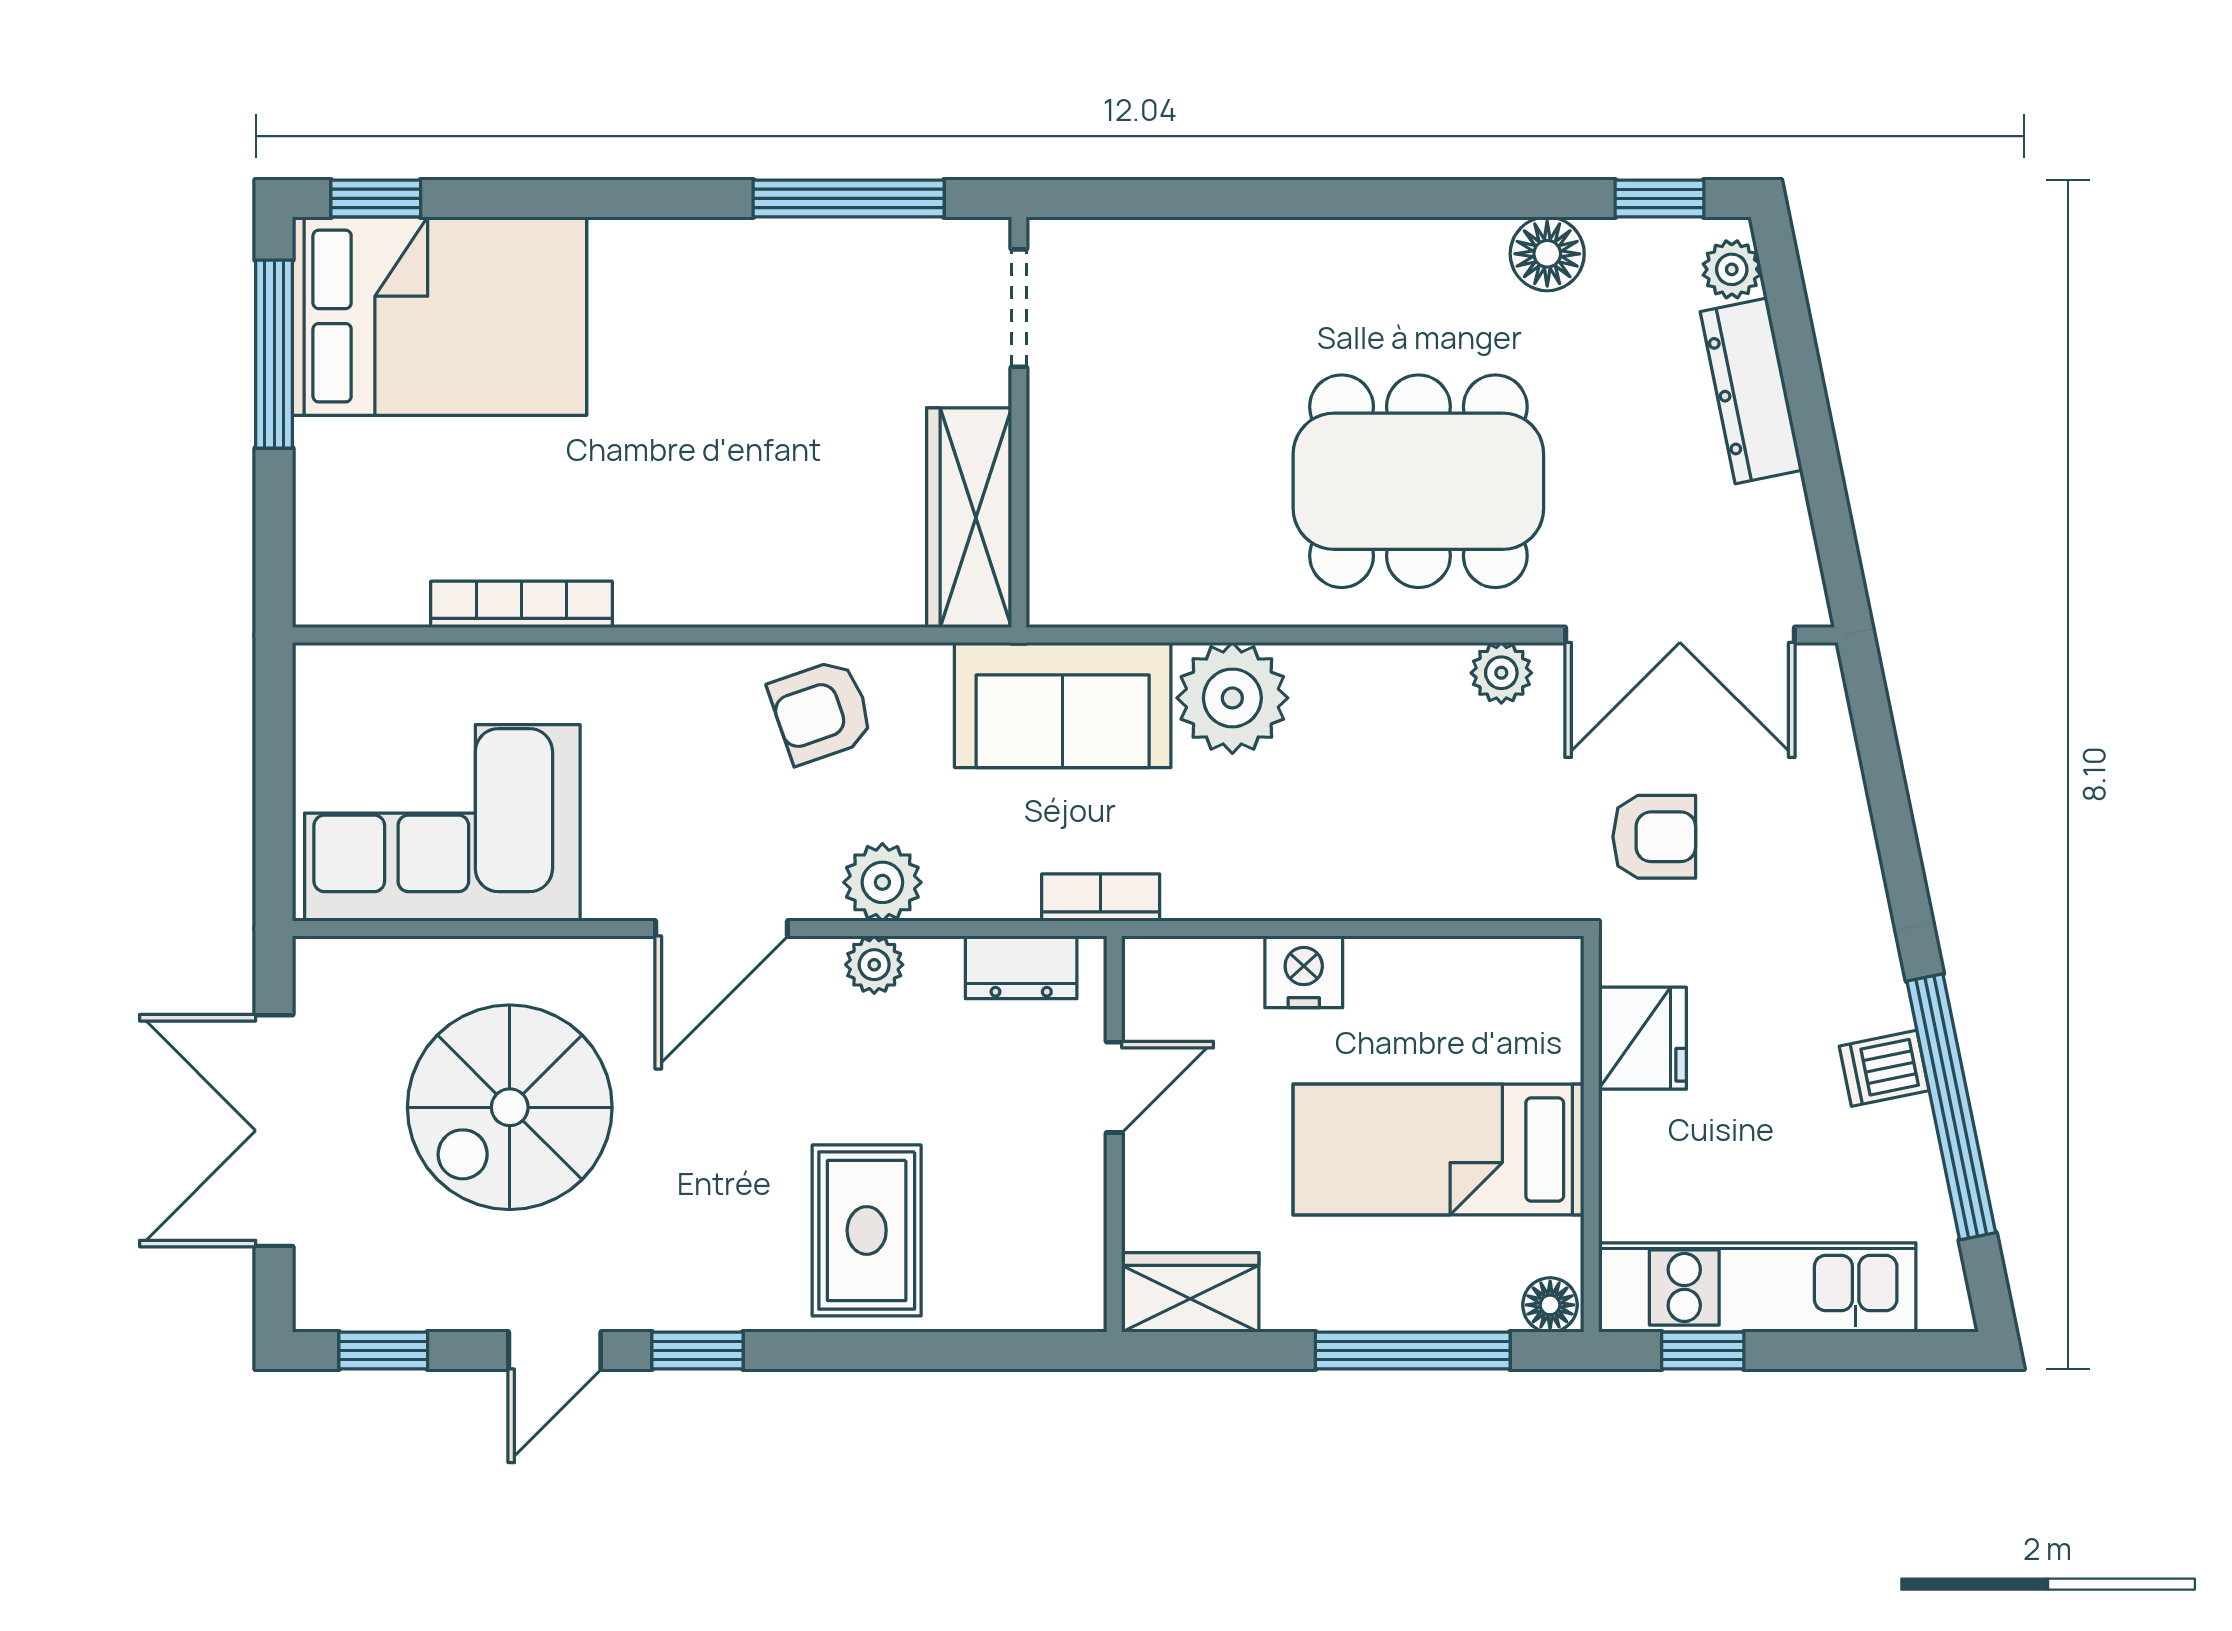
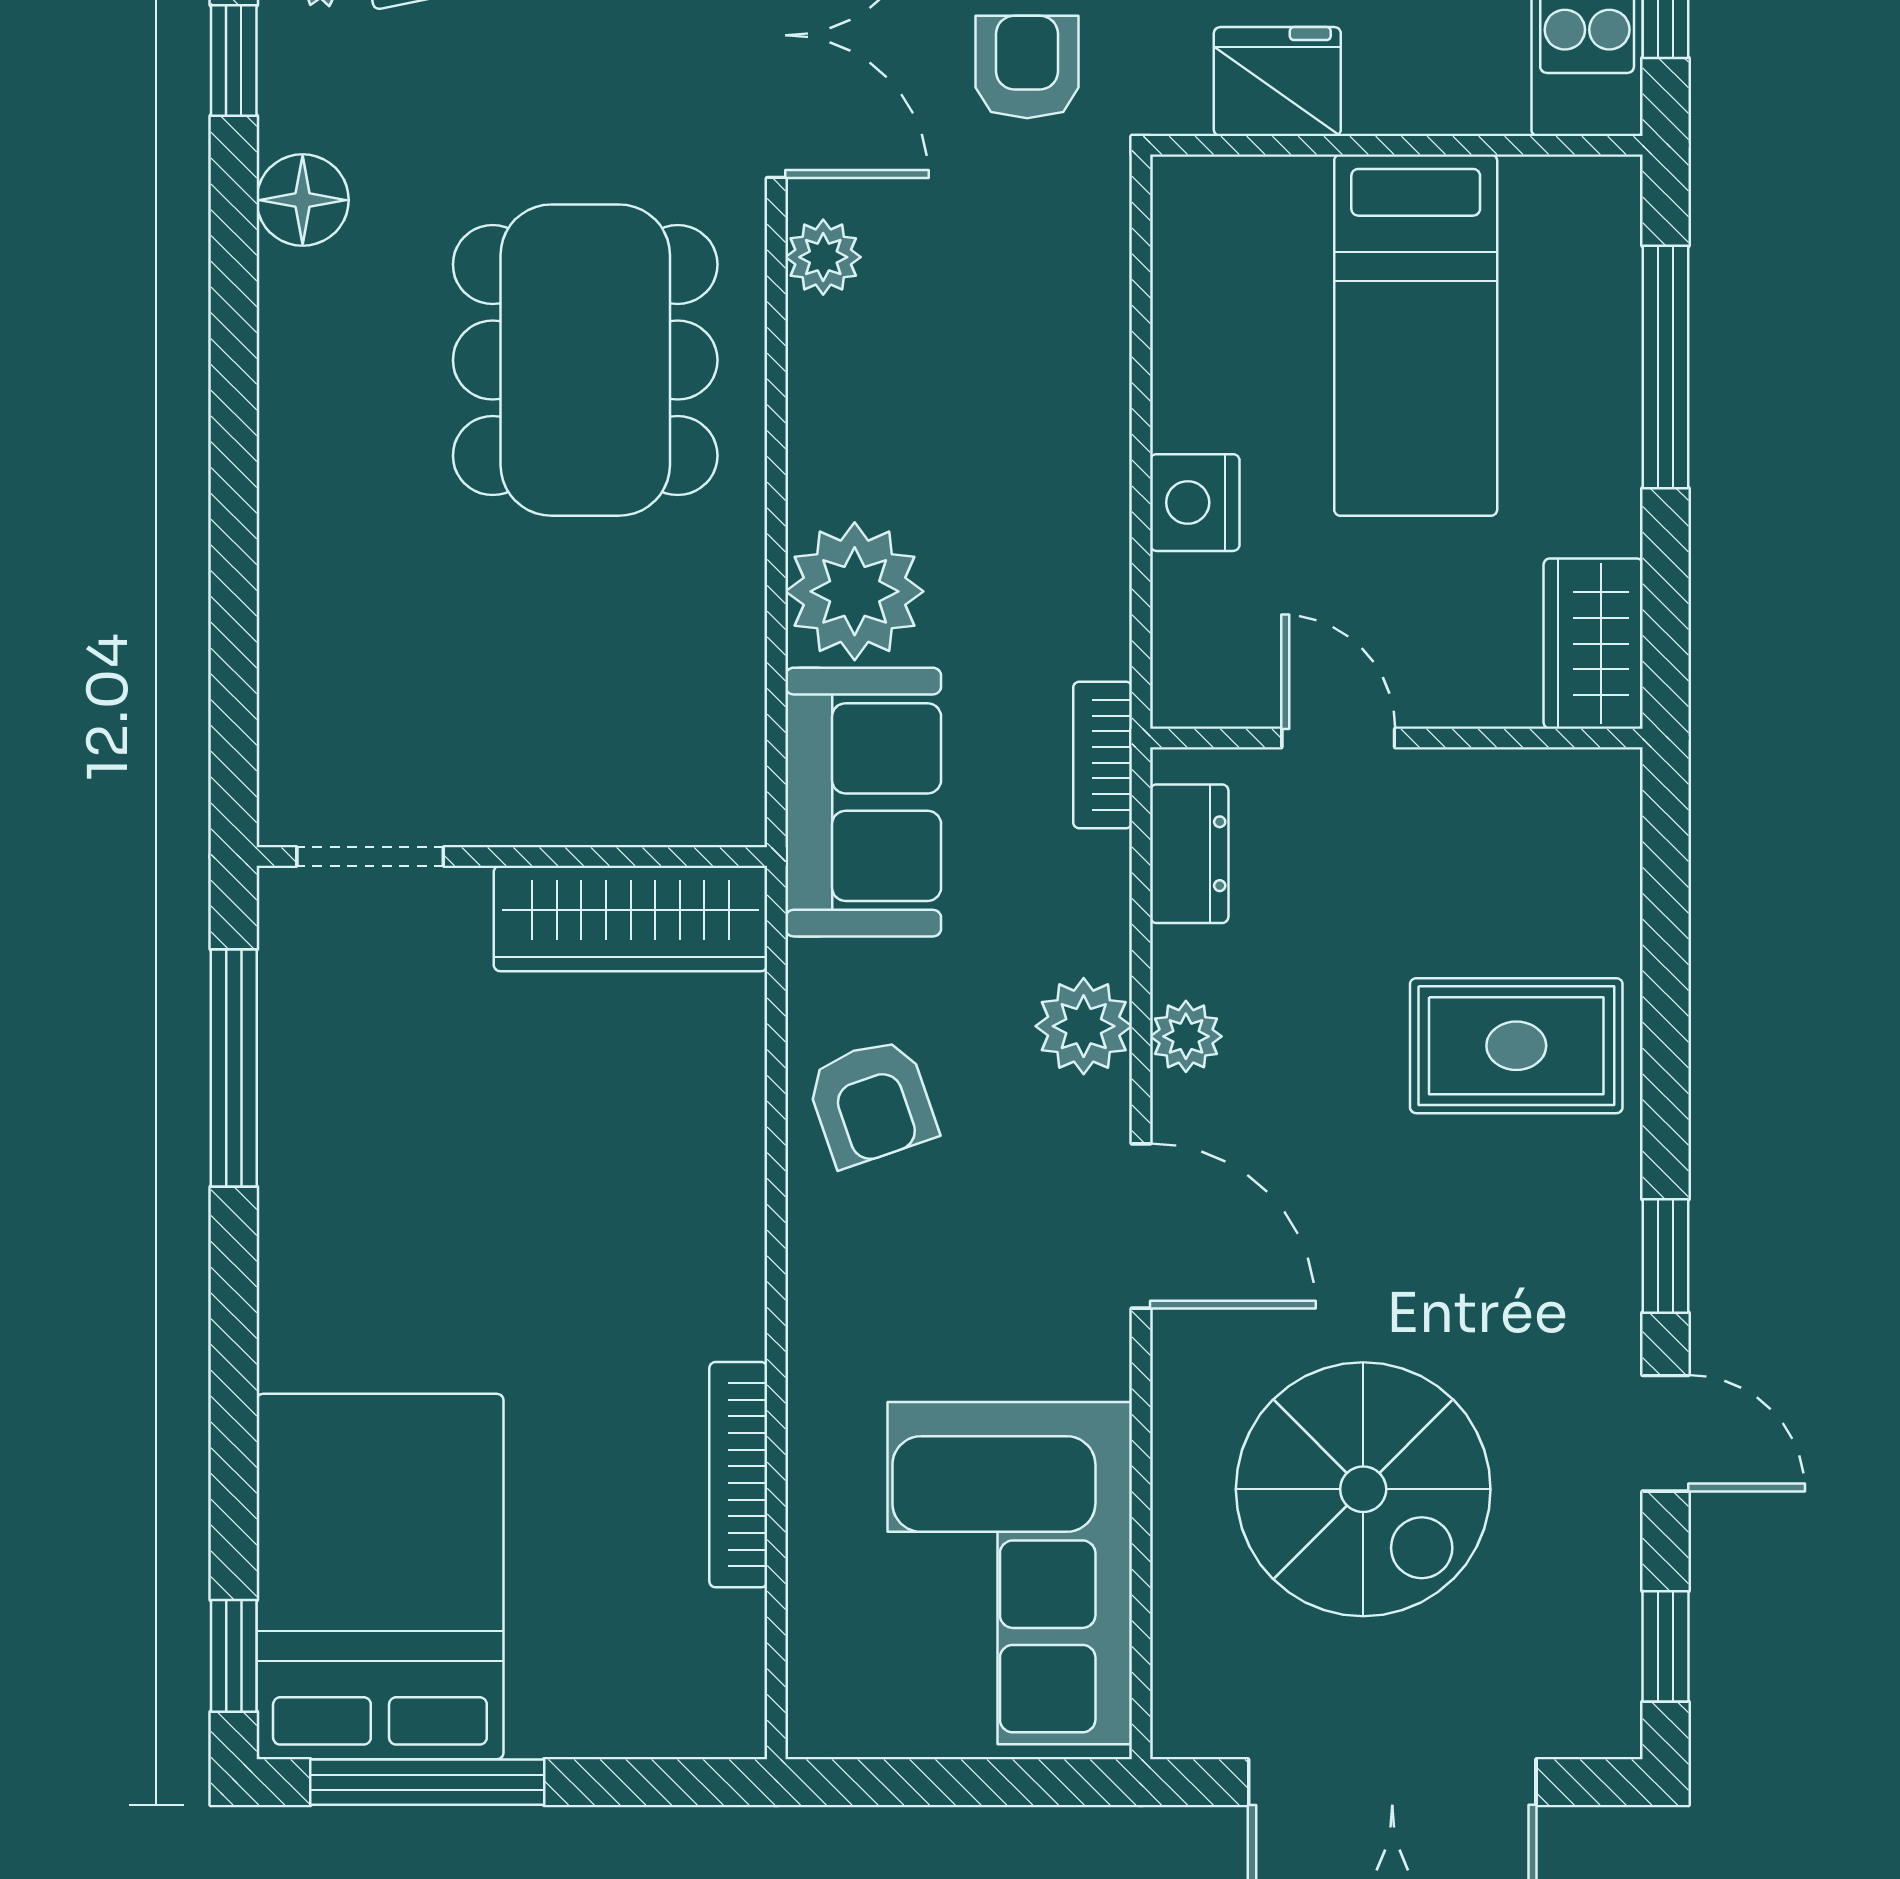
floor lamp: (1550, 1305) -> (1609, 197), removed

